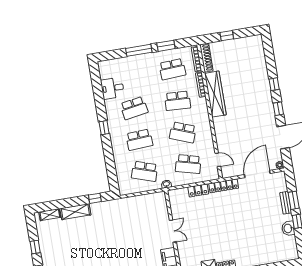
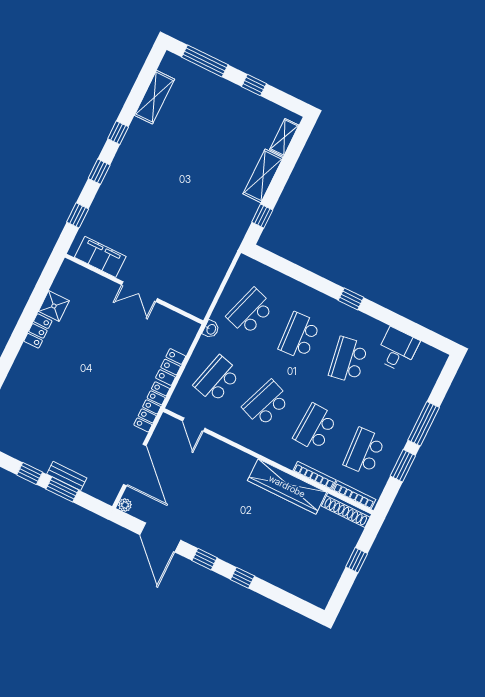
door: (218, 160) -> (194, 425), hinge flipped
washbasin: (288, 228) -> (29, 454), removed

